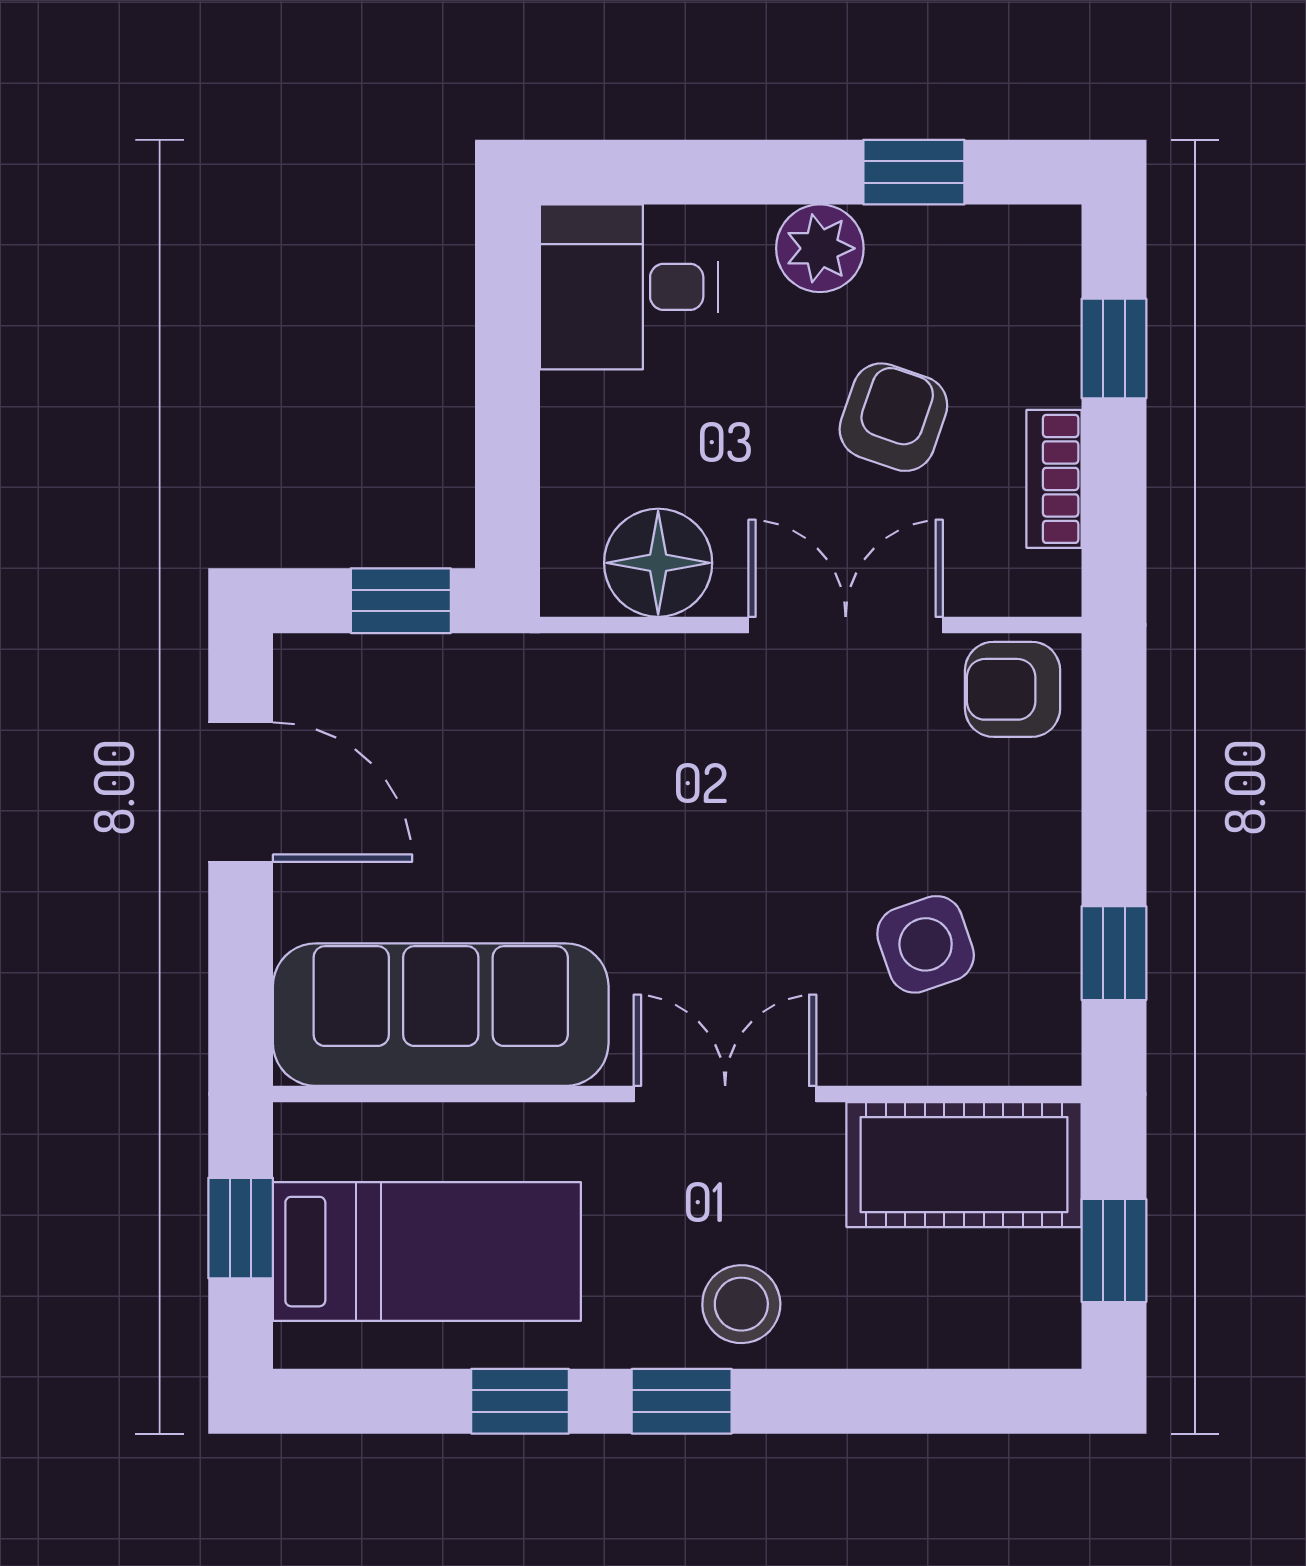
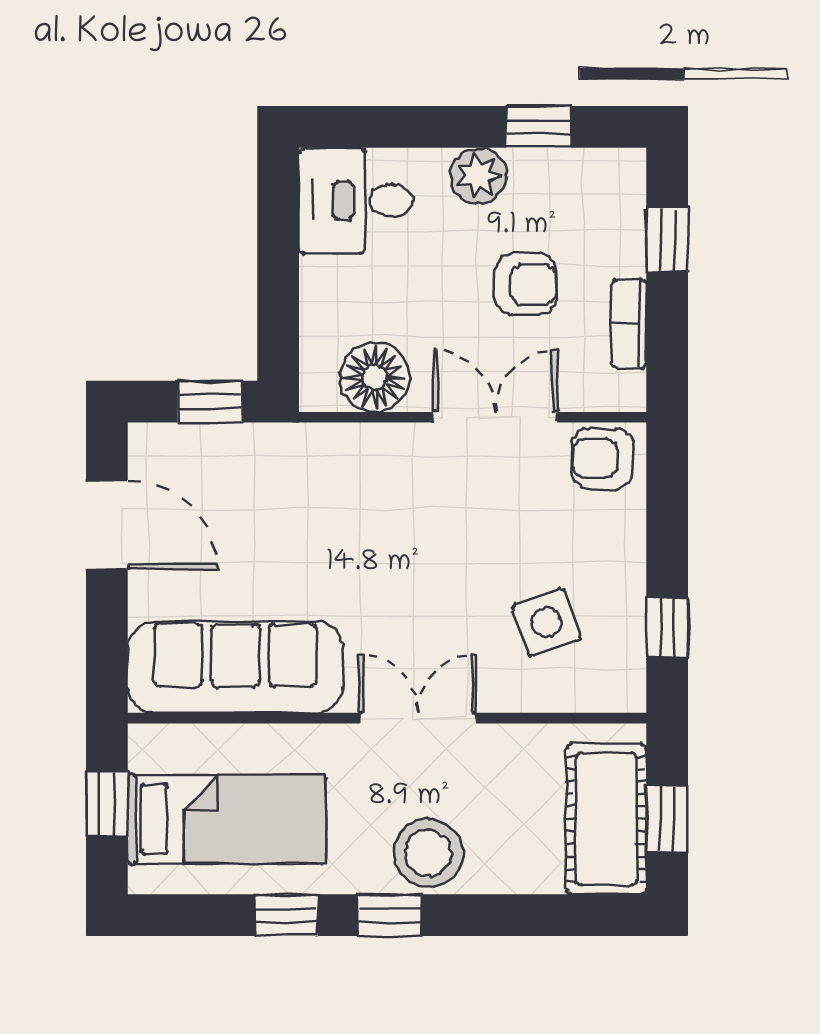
armchair: (893, 417) -> (526, 284), turned 71
cot: (964, 1165) -> (606, 819), moved, turned 90
stool: (741, 1304) -> (428, 853), width x1.38, depth x1.38

